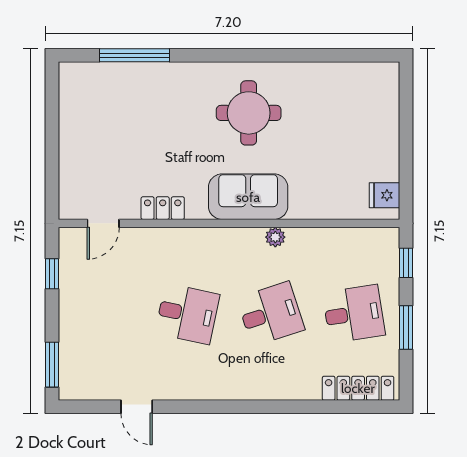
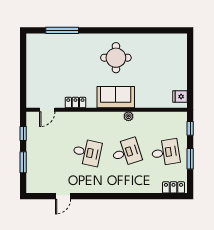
window: (52, 365) -> (23, 162), moved
locker: (358, 388) -> (174, 187), width x0.66
door: (137, 407) -> (63, 196), hinge flipped

